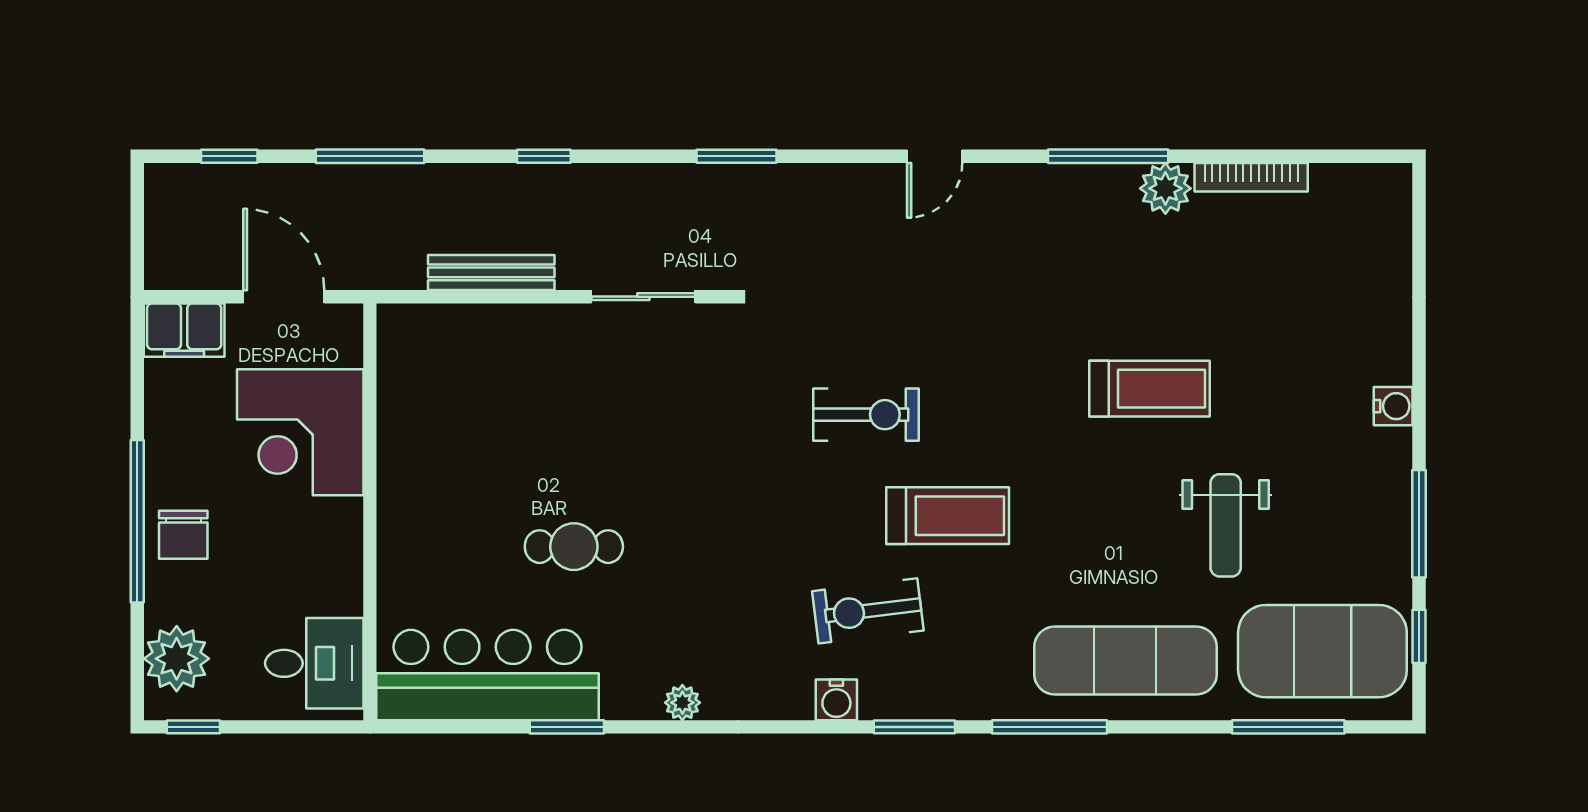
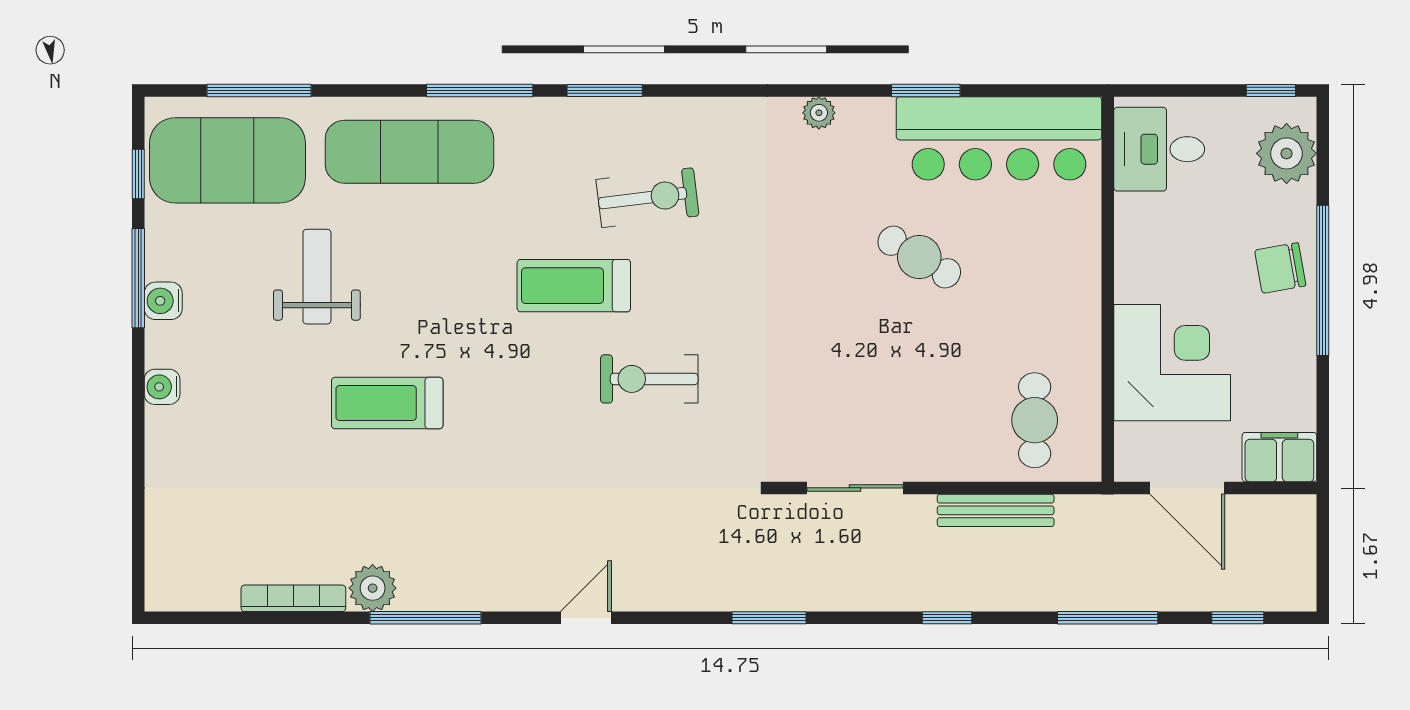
cafe table: (449, 370) -> (1035, 420), added
chair: (183, 535) -> (1280, 268), turned -100
cafe table: (574, 547) -> (919, 257), turned 31
water cooler: (836, 700) -> (163, 301), moved, turned -90

